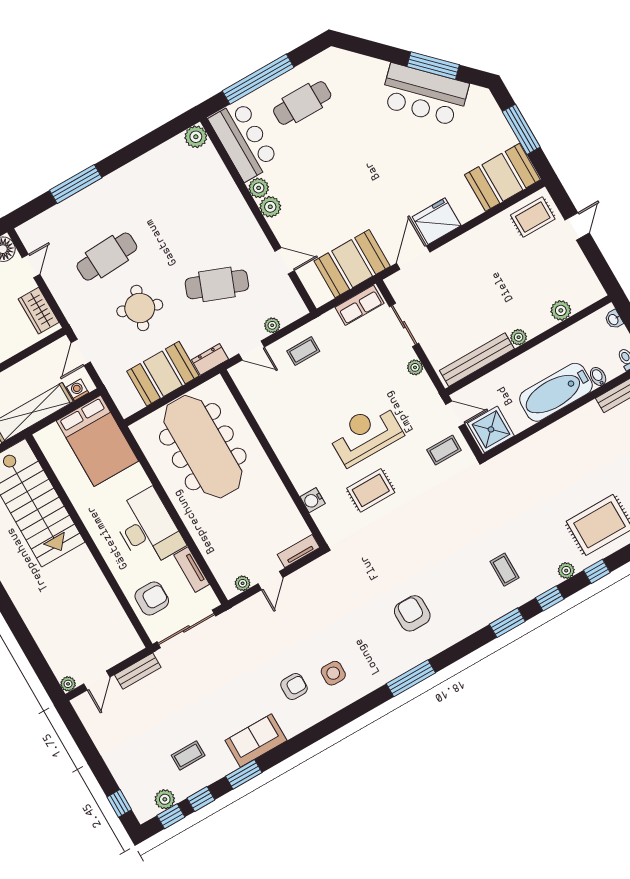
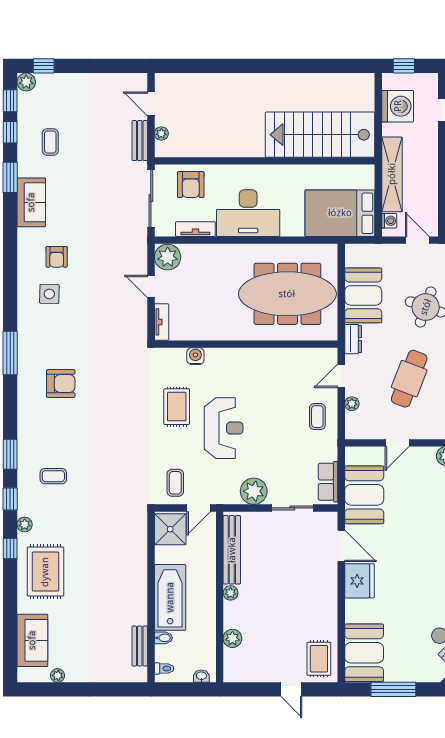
plant: (415, 367) -> (254, 491), width x1.88, depth x1.88
plant: (243, 583) -> (168, 257), width x1.87, depth x1.87
plant: (68, 684) -> (161, 133), moved
plant: (165, 799) -> (26, 82), moved

